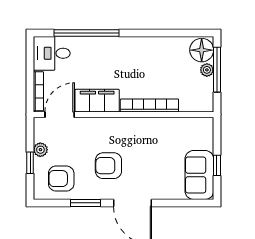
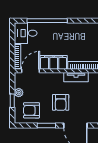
tv unit: (133, 125) -> (76, 77), added
armchair: (108, 166) -> (61, 102), turned -90

